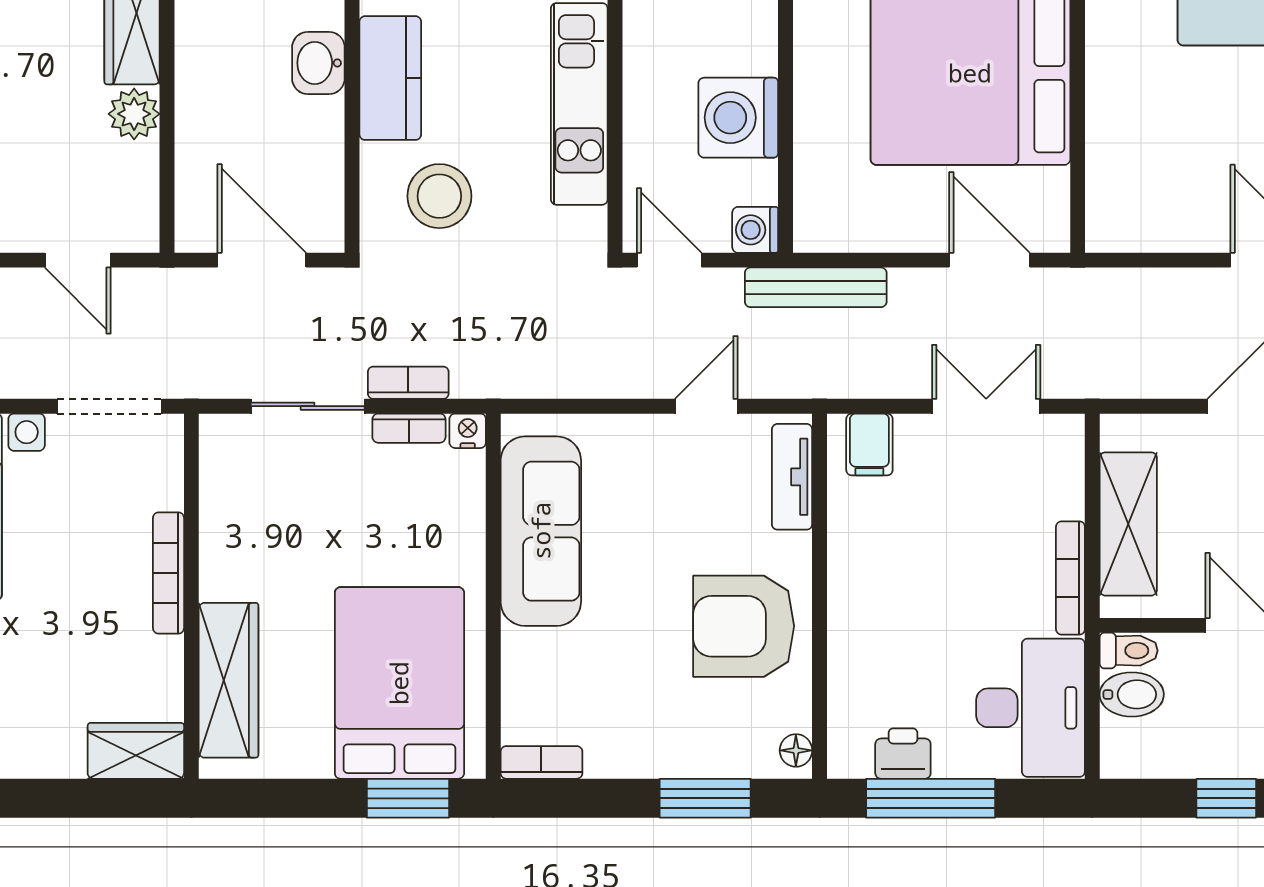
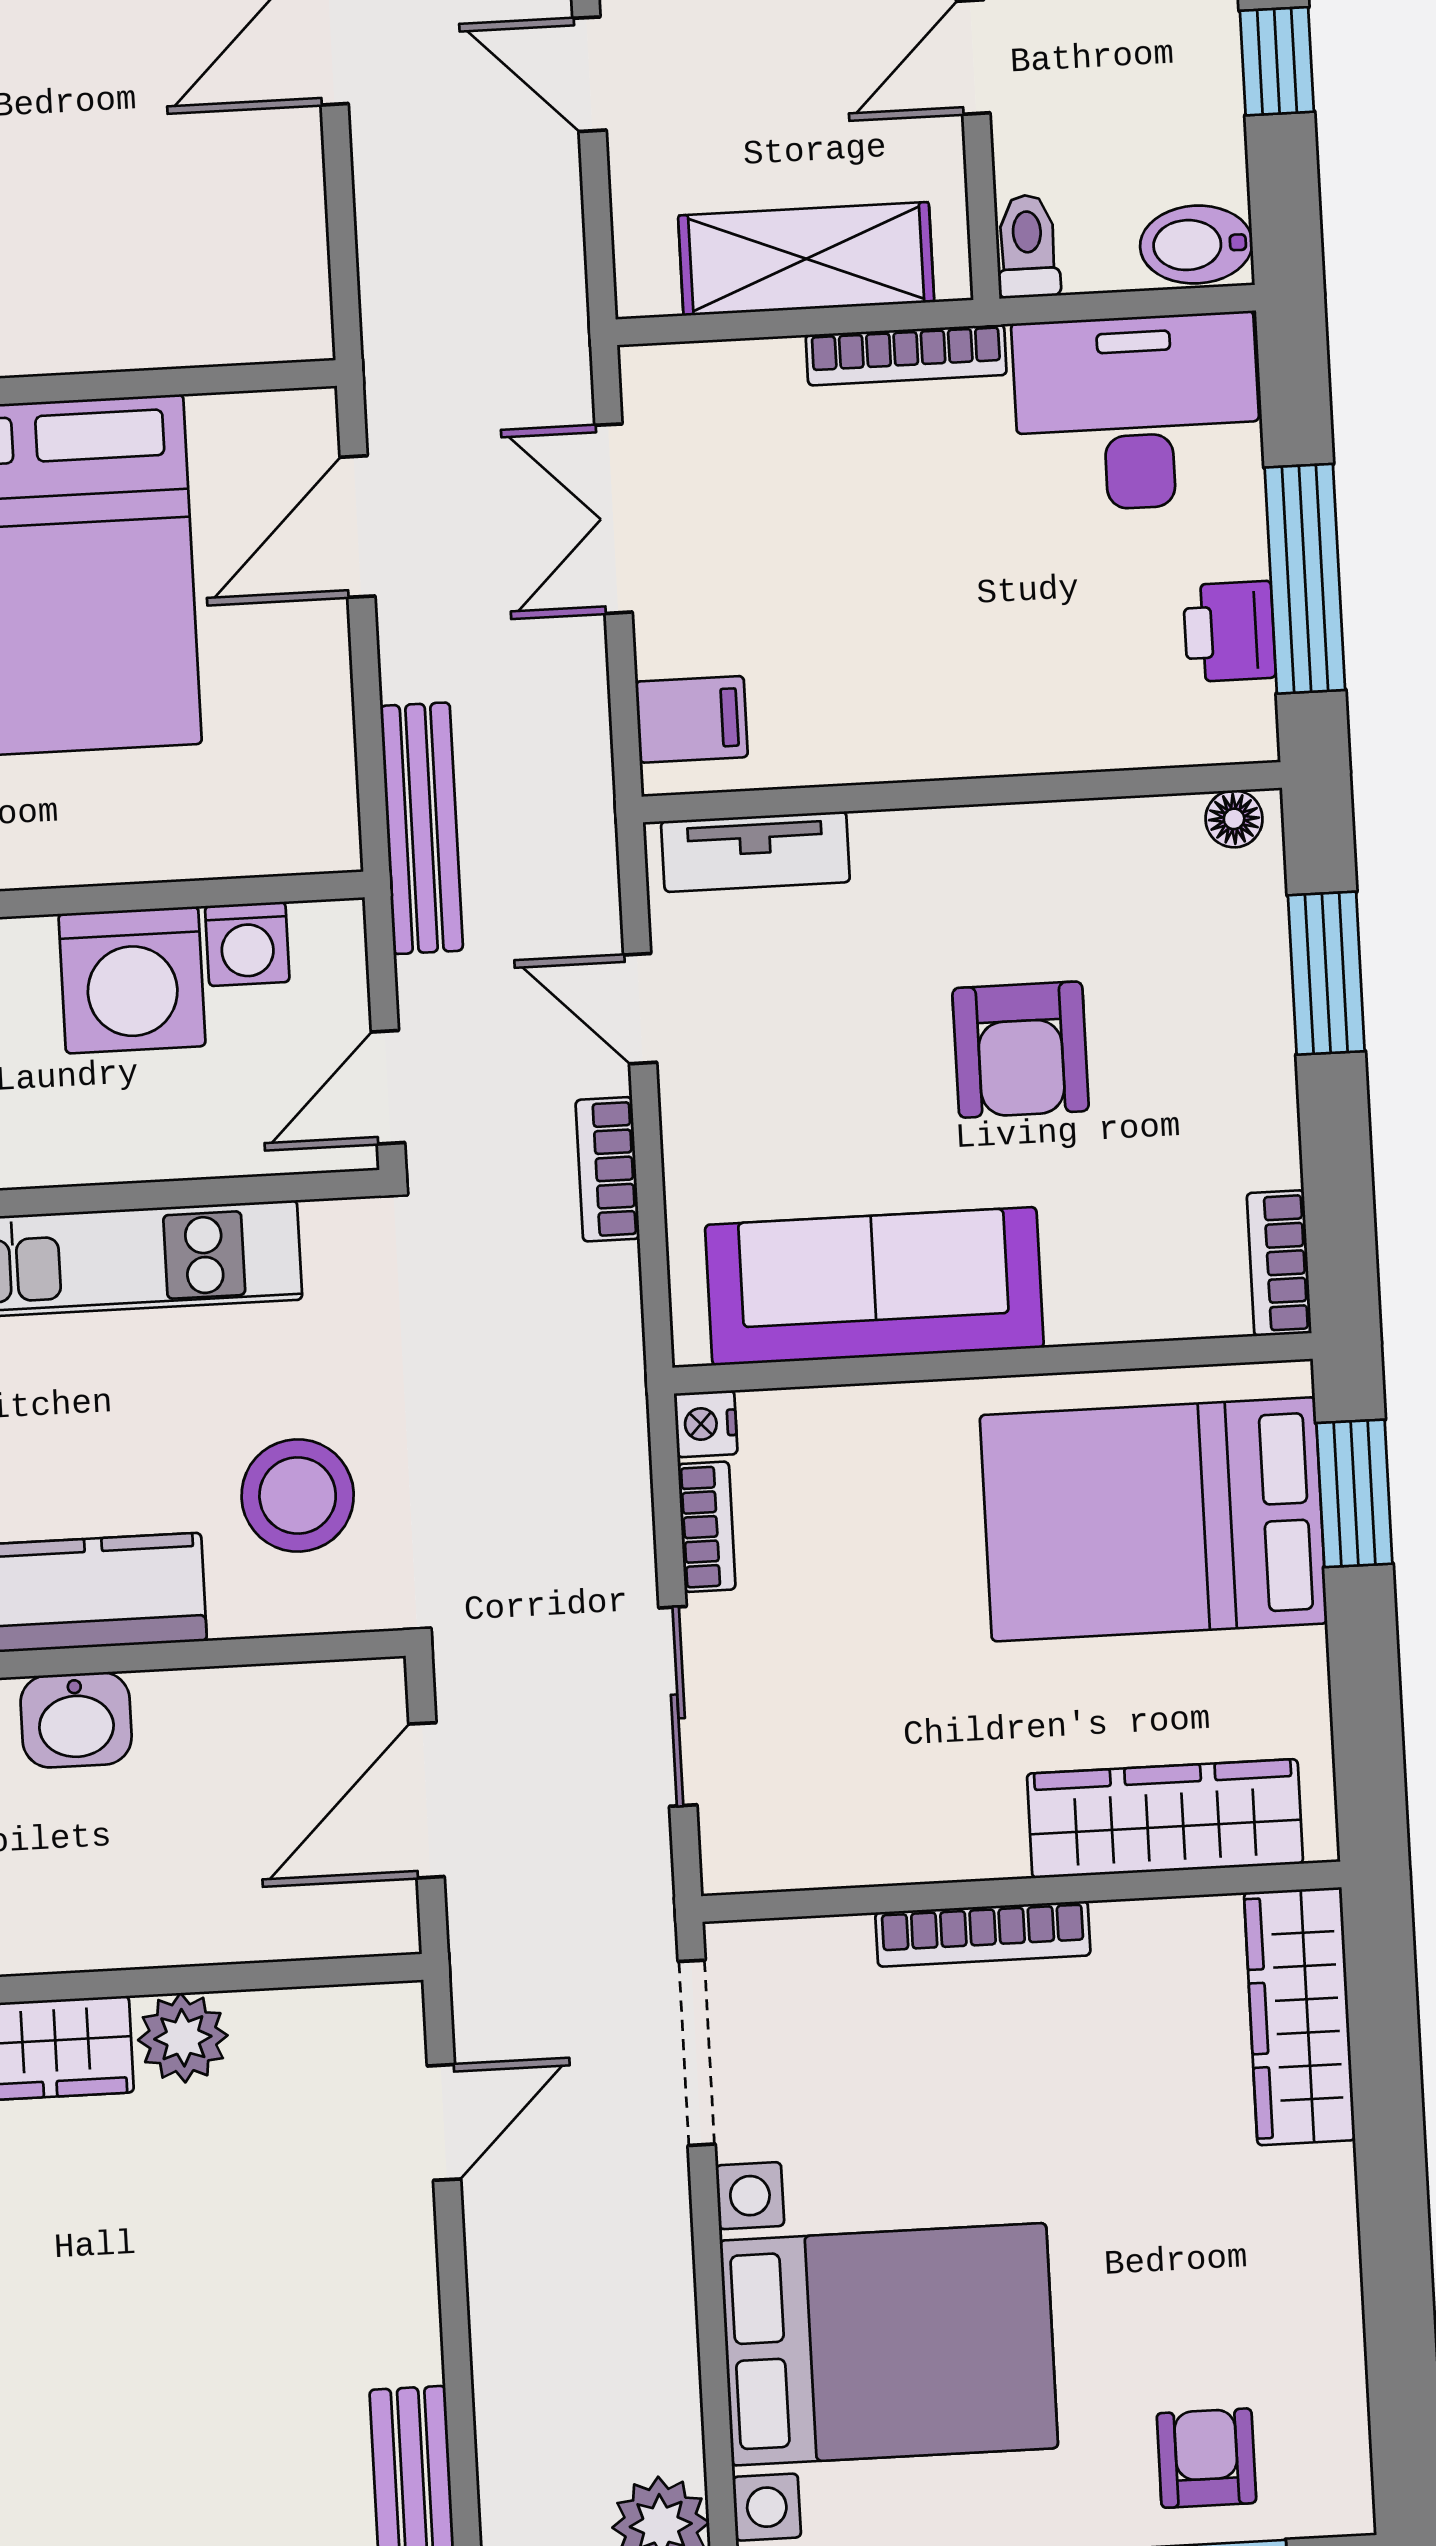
washing machine: (755, 230) -> (247, 944), moved
bookcase: (408, 383) -> (608, 1169), moved
armchair: (744, 626) -> (1021, 1050), moved, width x0.73, depth x0.73
bidet: (1132, 694) -> (1196, 245), moved, turned -90
wardrobe: (136, 751) -> (1300, 2016), width x1.50

